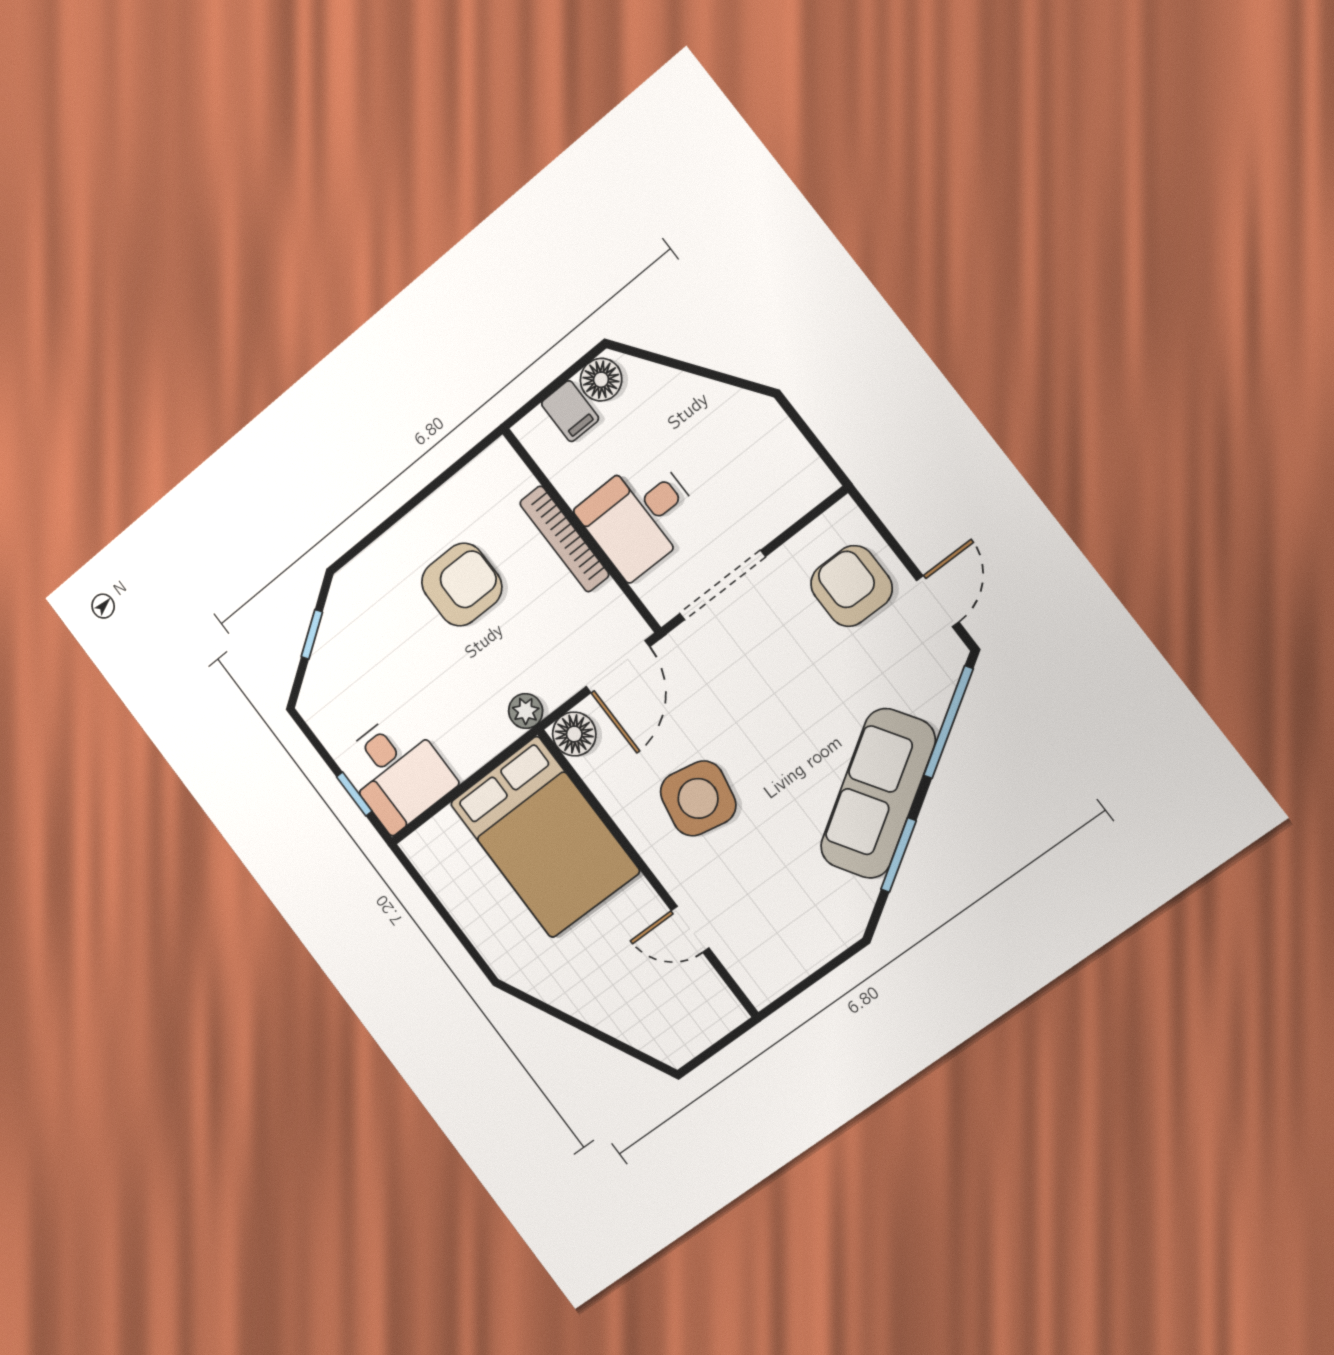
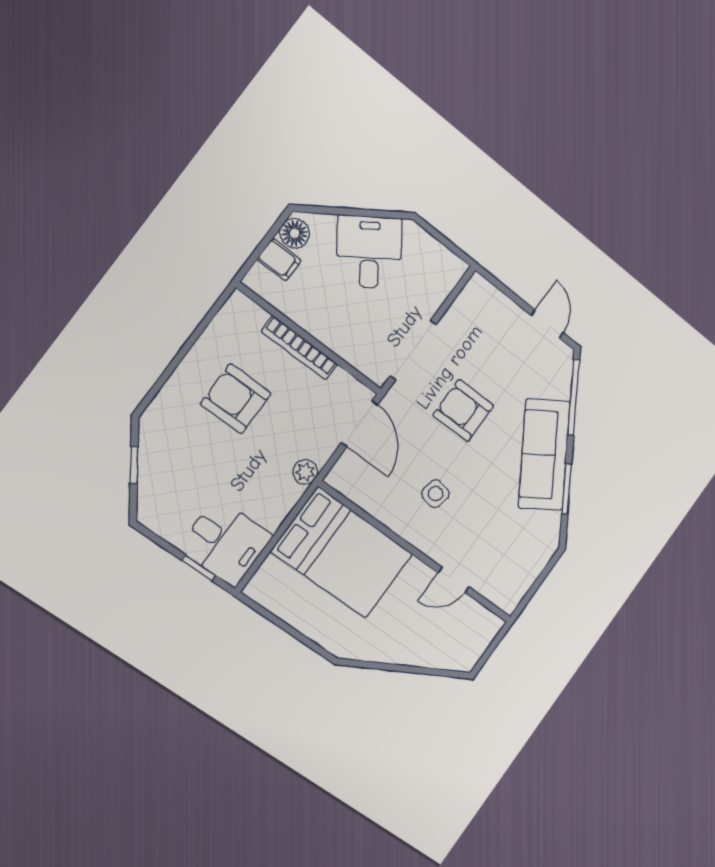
desk: (640, 516) -> (369, 252), moved, turned 145
armchair: (462, 585) -> (236, 399), turned -90
armchair: (851, 586) -> (463, 410), moved
floor lamp: (574, 734) -> (343, 477), removed
side table: (698, 798) -> (435, 494), width x0.54, depth x0.54

